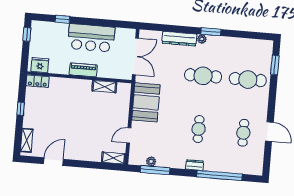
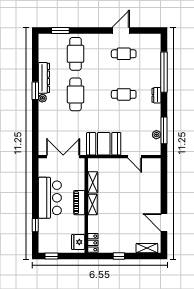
dresser: (179, 39) -> (44, 78), moved
shelving: (114, 158) -> (93, 205), moved

